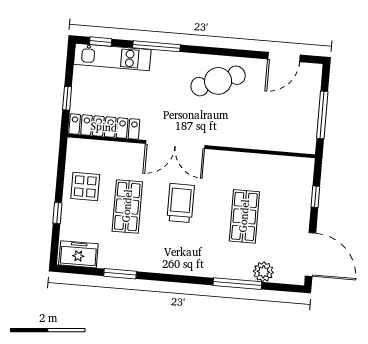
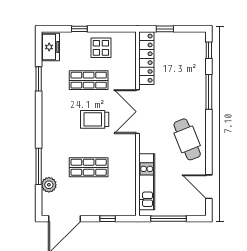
kitchen unit: (112, 57) -> (147, 182), moved, turned 180
trolley: (181, 203) -> (95, 119), turned 180

